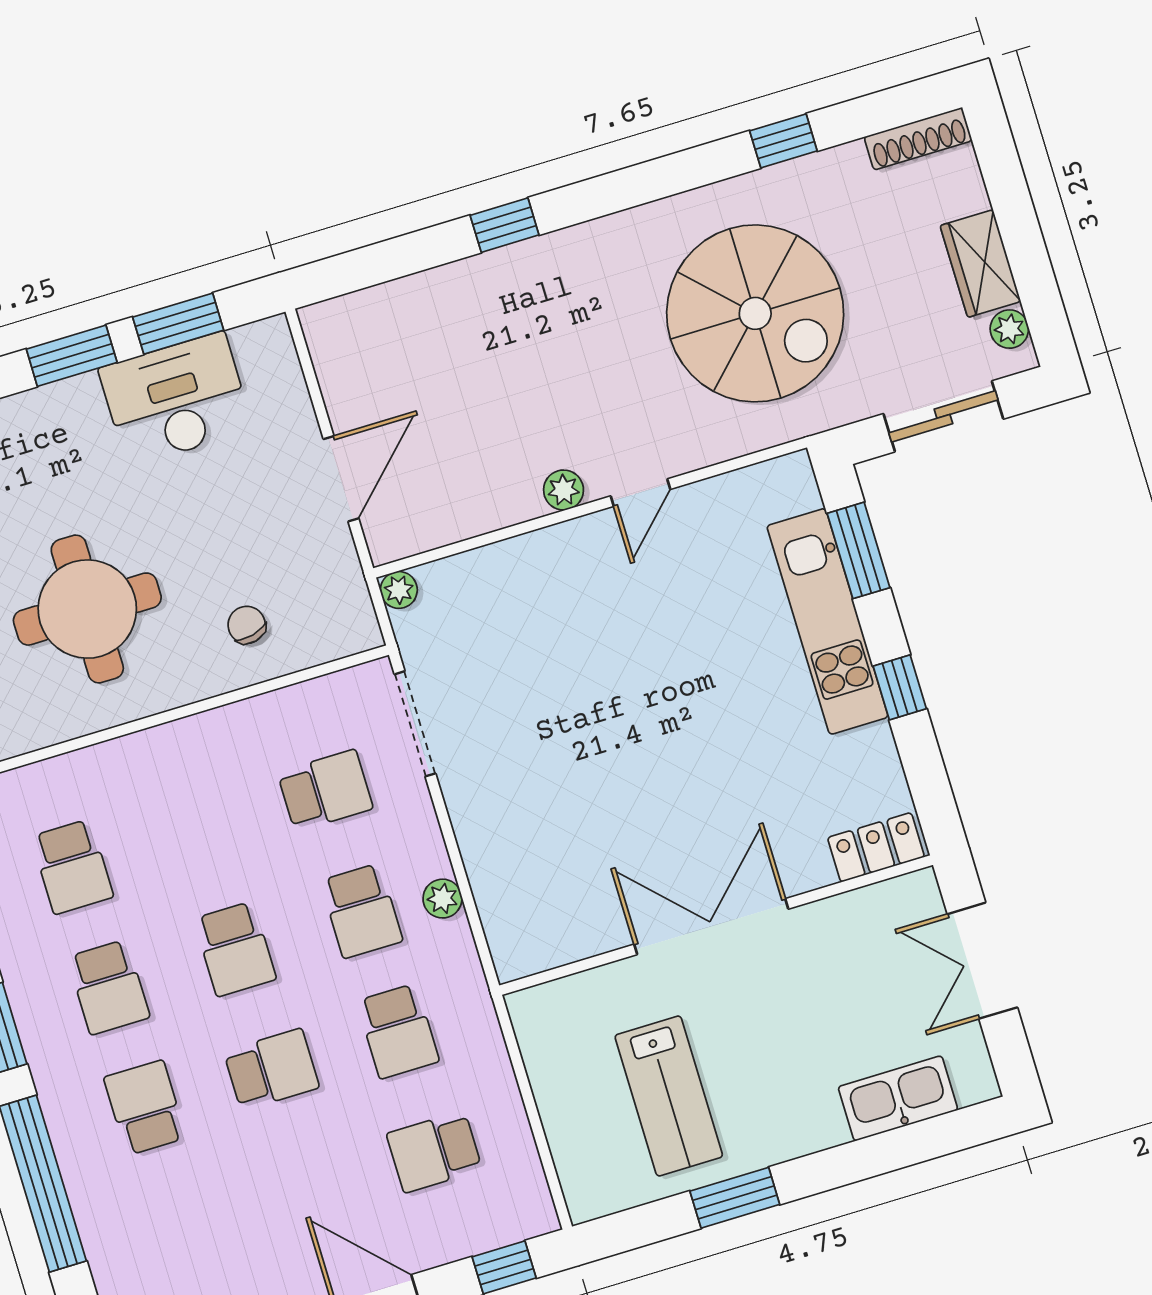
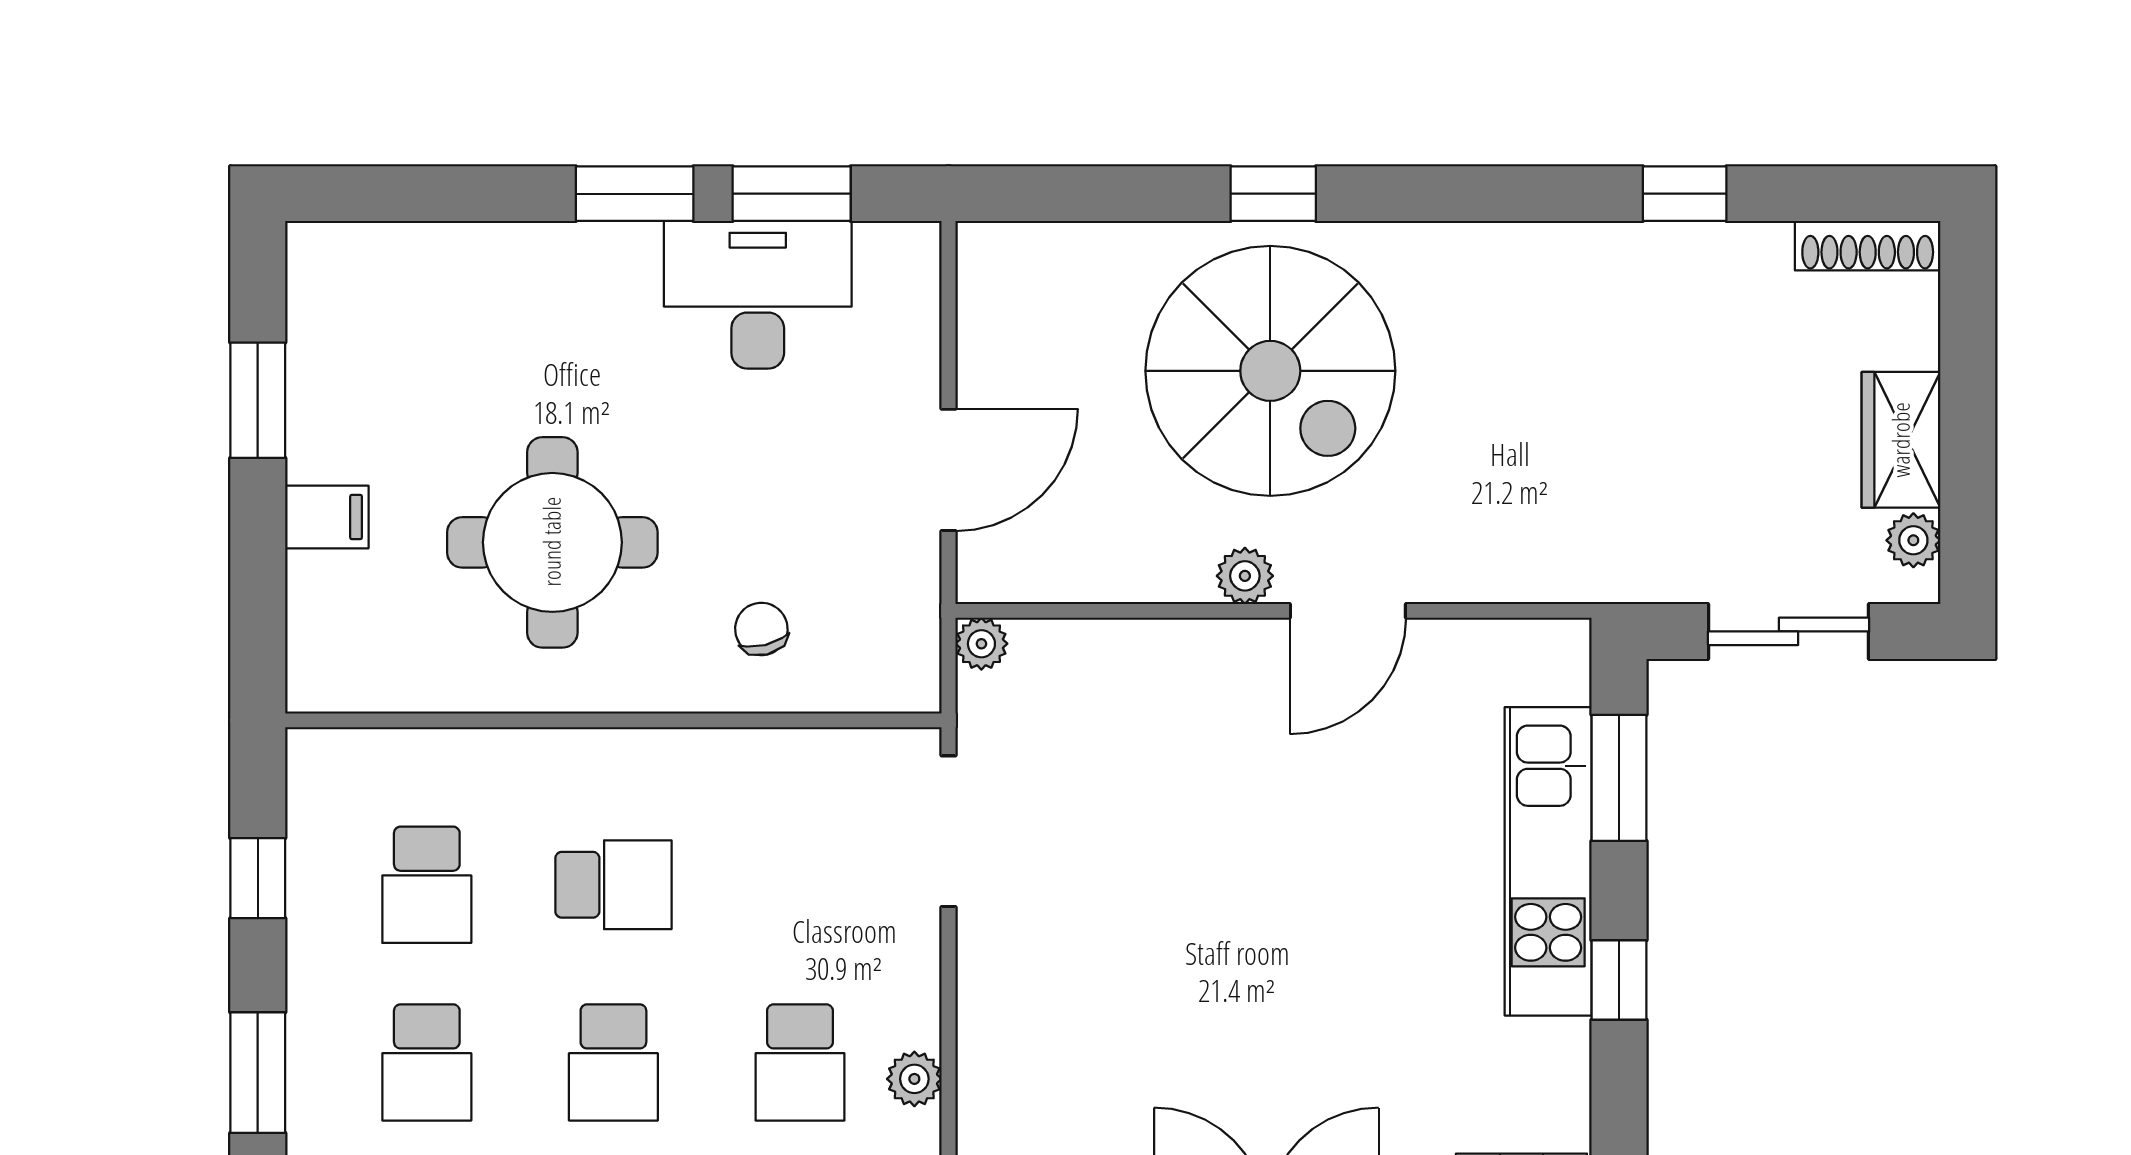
spiral stairs: (755, 313) -> (1270, 371), moved
door: (641, 493) -> (1348, 611), width x1.38
school desk: (325, 790) -> (613, 885), moved

